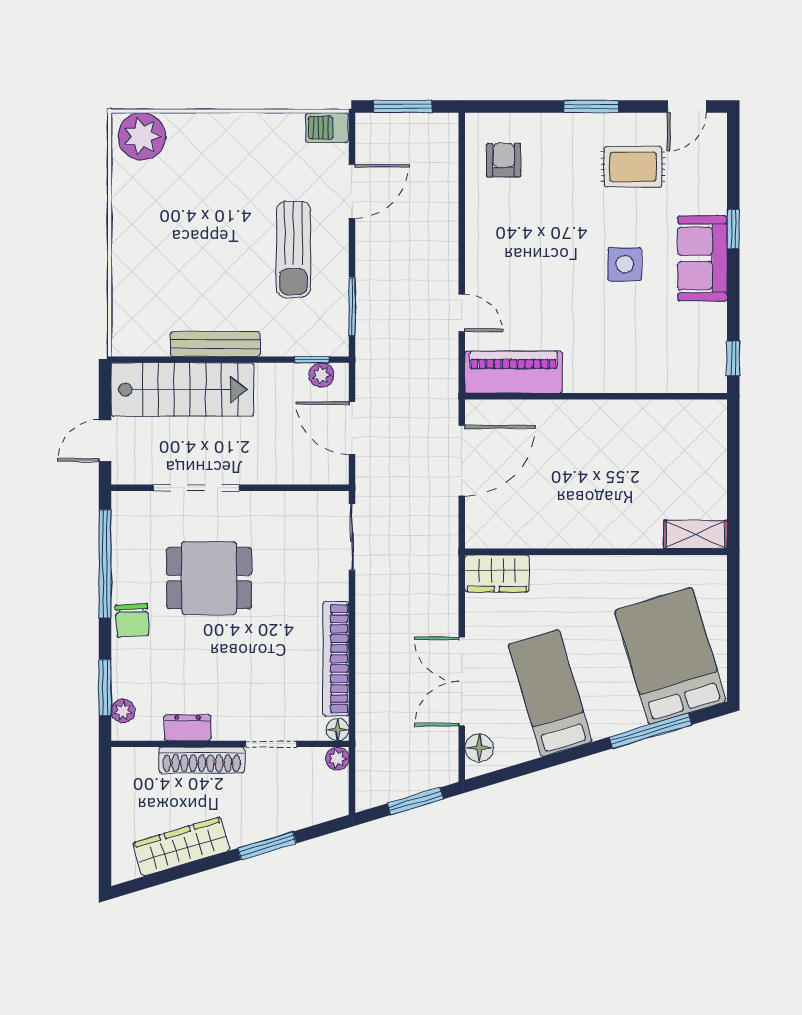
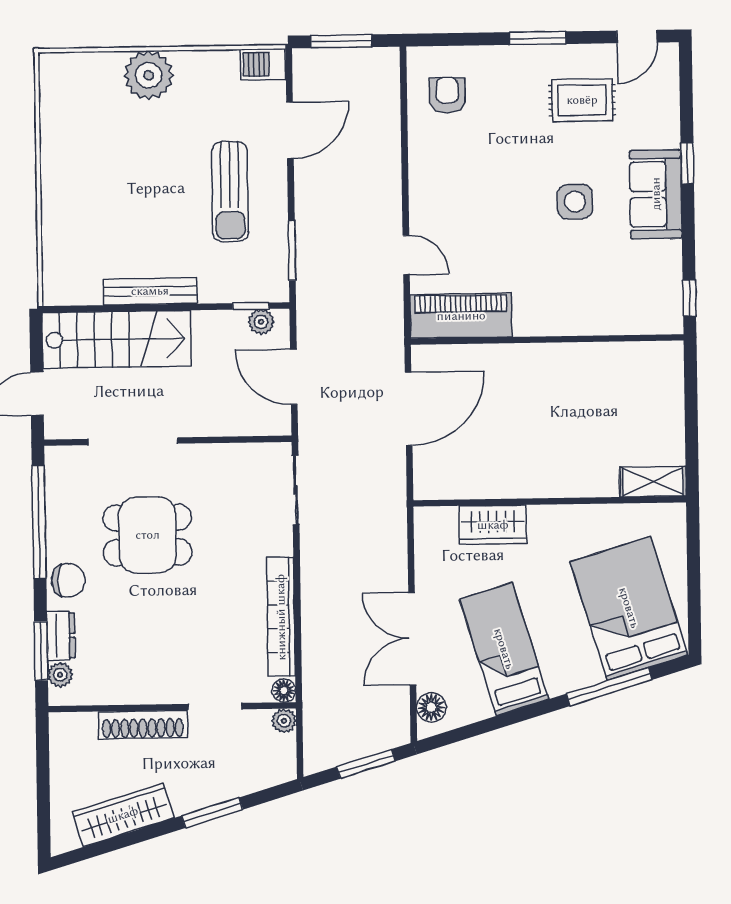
plant: (142, 136) -> (149, 75), moved
wardrobe: (497, 573) -> (493, 525), moved
chair: (132, 620) -> (68, 580), turned -87
dresser: (188, 728) -> (61, 636), moved, turned 90

